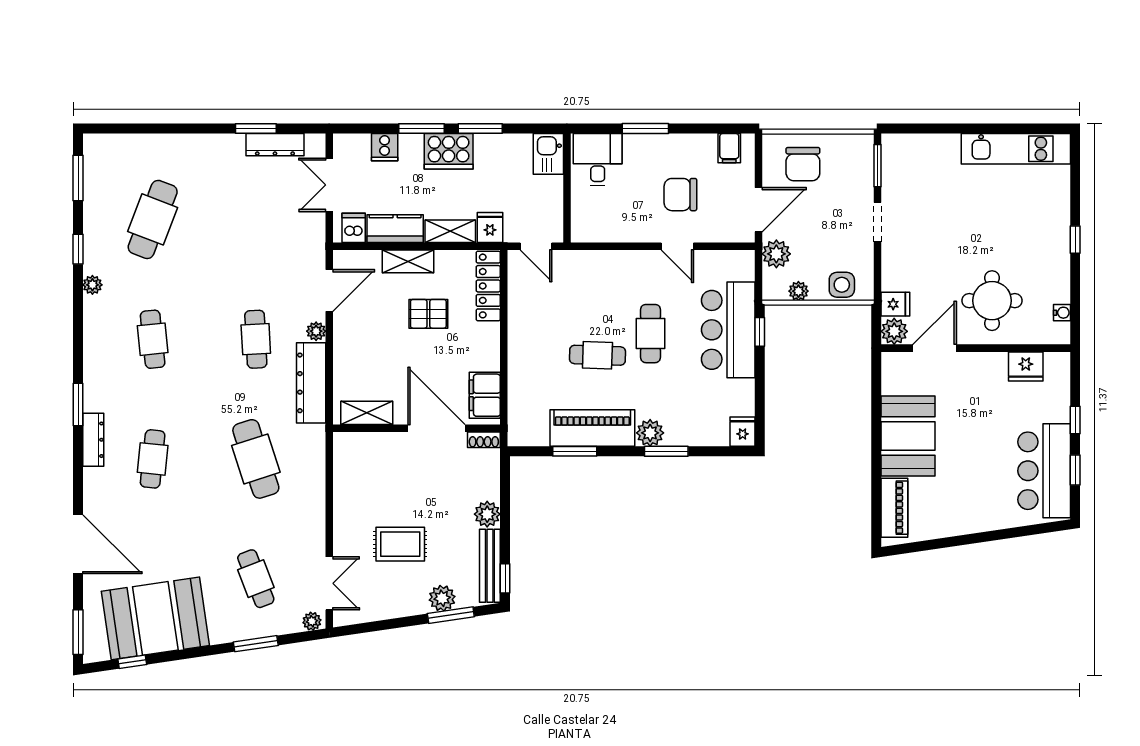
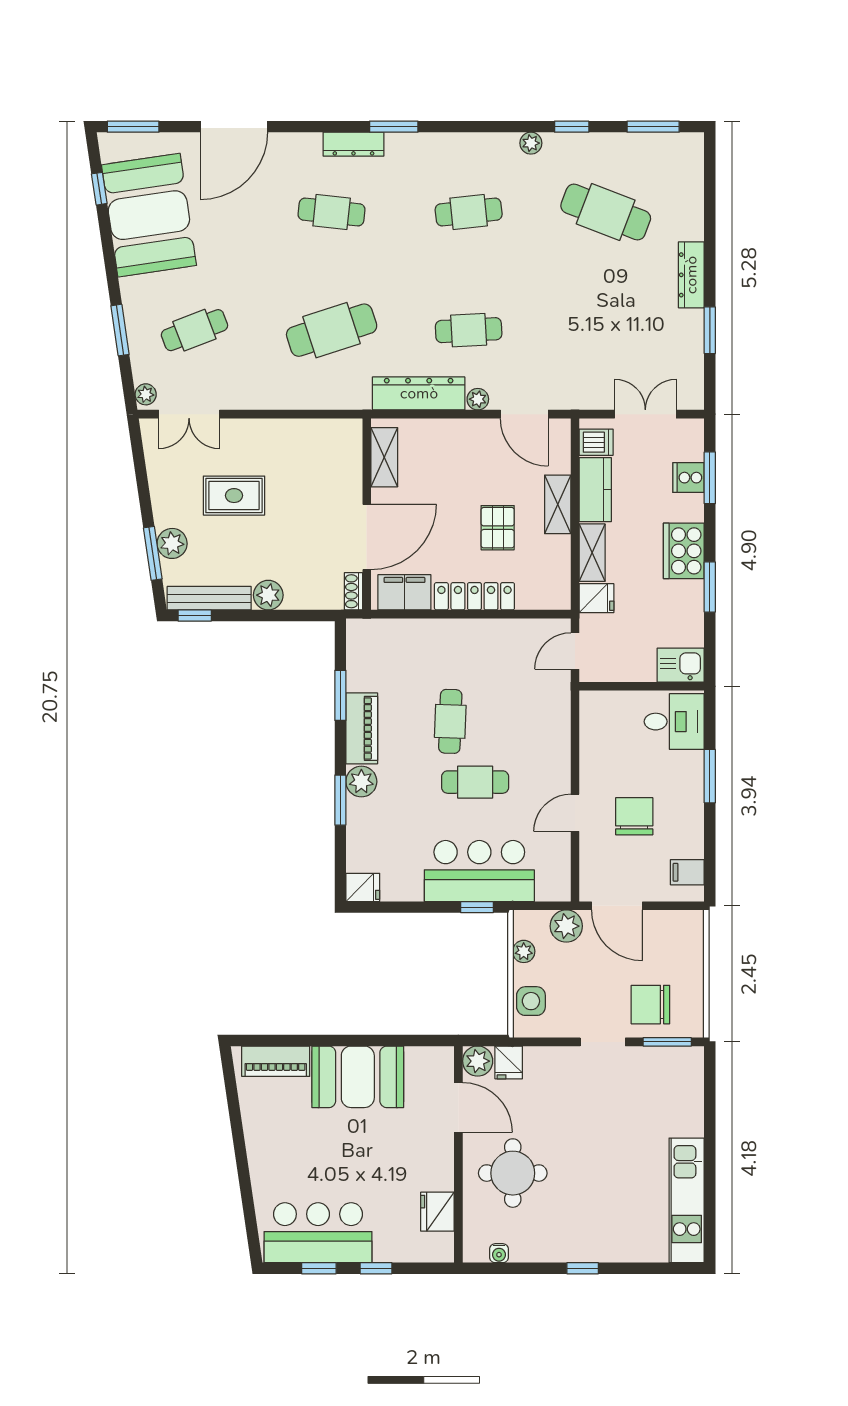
window: (422, 129) -> (710, 478), moved
dresser: (275, 145) -> (691, 275), moved
chair: (803, 164) -> (650, 1005), moved
locker: (488, 286) -> (474, 596), moved
piano: (592, 428) -> (362, 728), width x0.73, depth x0.75
rug: (400, 544) -> (234, 496), turned 90

